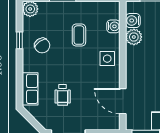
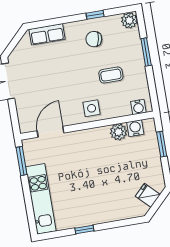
water cooler: (113, 26) -> (138, 107), moved
chair: (42, 45) -> (94, 39), turned 47
wheelchair: (63, 95) -> (46, 69), removed

